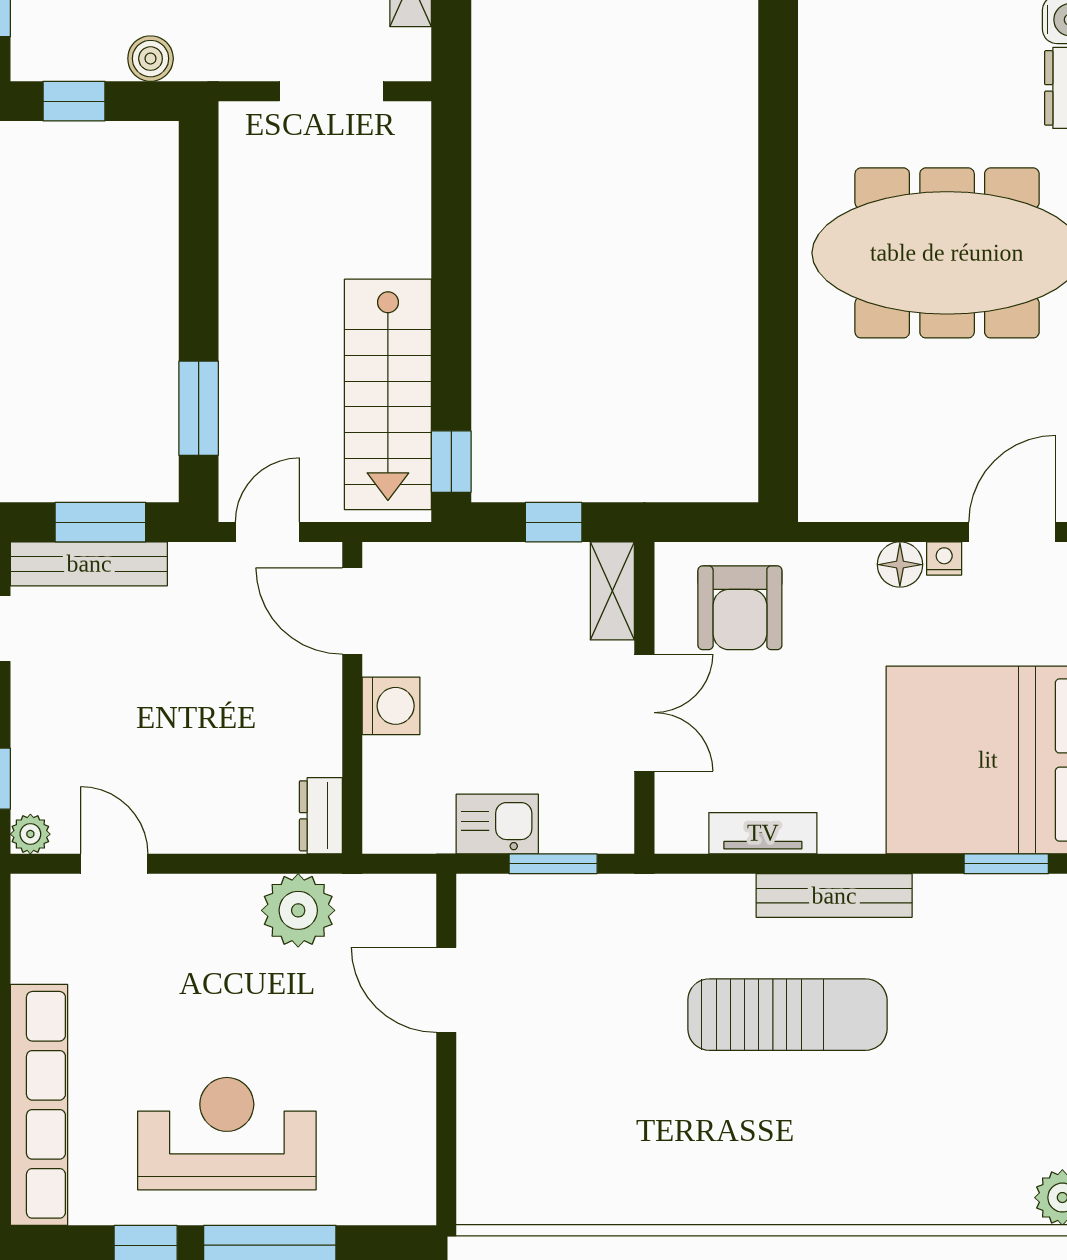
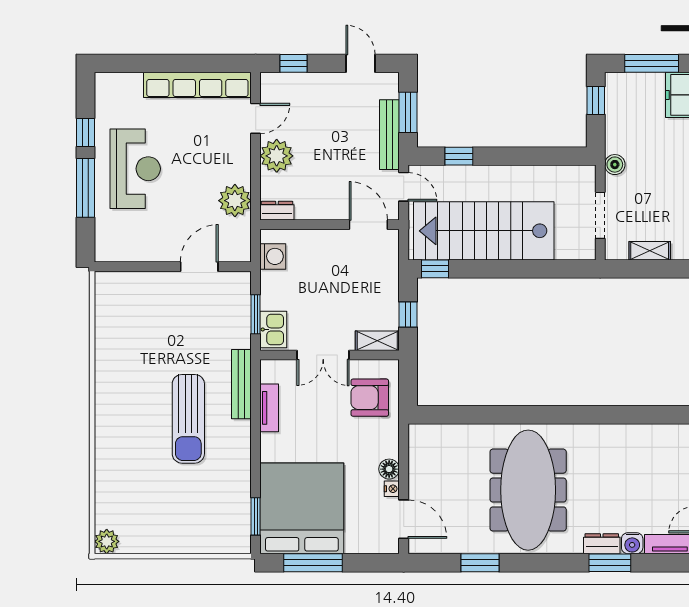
boiler: (151, 59) -> (615, 165), moved
stairs: (388, 394) -> (484, 231), width x1.36, depth x1.51
window: (199, 408) -> (459, 156), width x0.67
bench: (89, 564) -> (389, 135), moved
door: (352, 611) -> (368, 225), hinge flipped
washing machine: (391, 706) -> (273, 256), moved, turned -90
kitchen sink: (497, 824) -> (273, 329), moved
plant: (30, 834) -> (277, 156), moved, width x1.88, depth x1.88
bench: (834, 896) -> (241, 384), moved
row of seats: (39, 1105) -> (197, 85), moved

